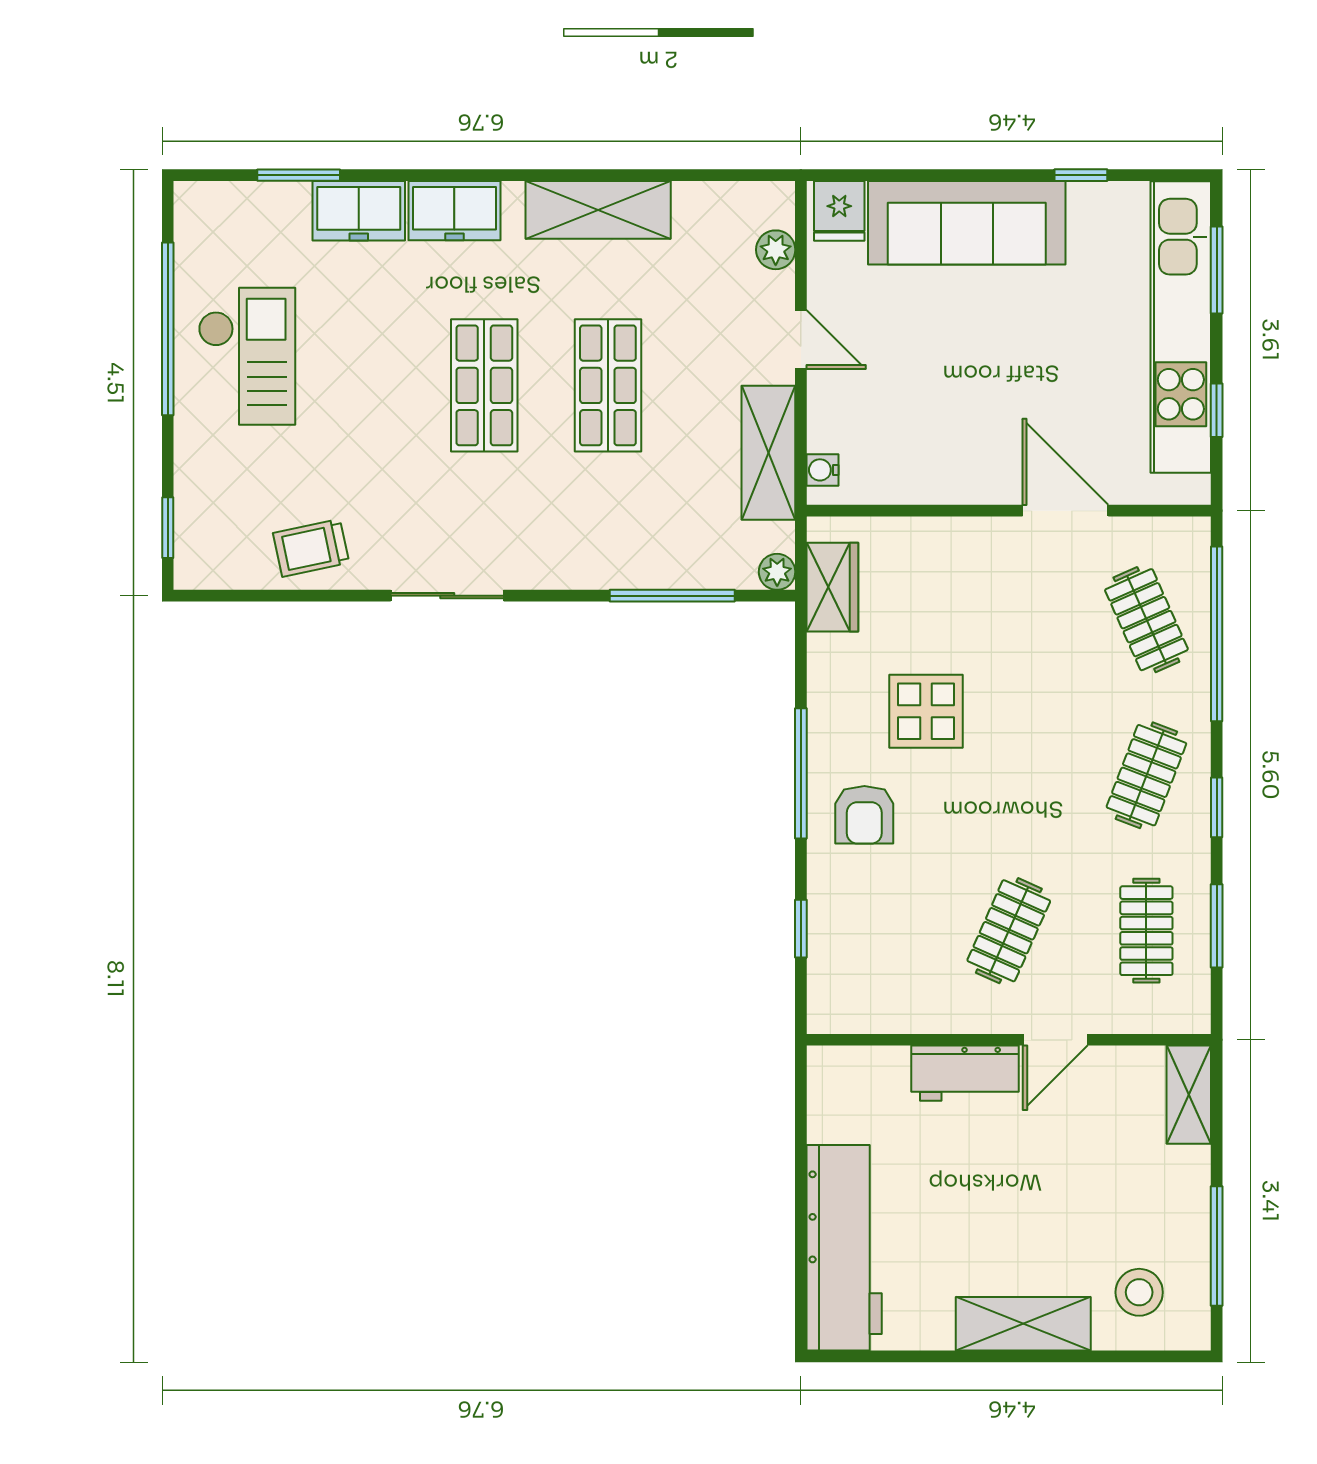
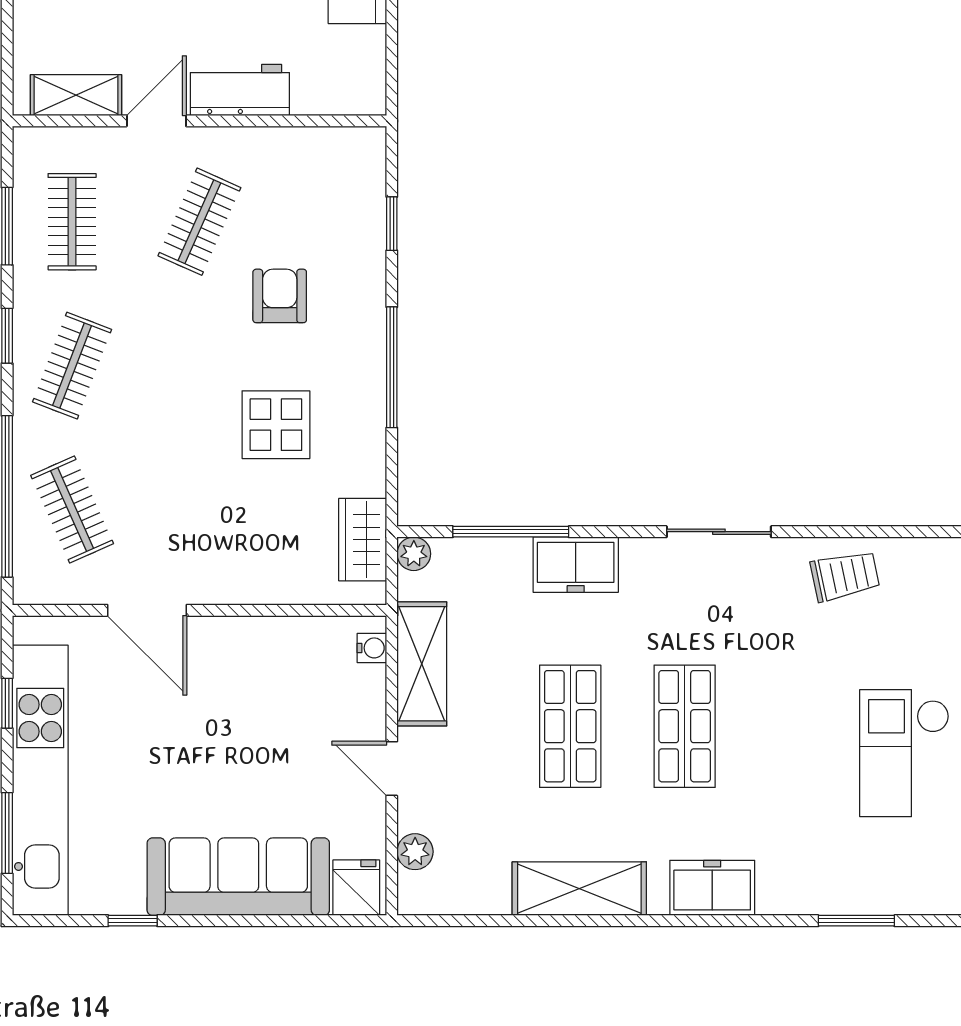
freezer: (359, 211) -> (576, 565), moved, turned 180
armchair: (864, 815) -> (280, 296), moved
shelving: (1189, 1095) -> (76, 95), moved, turned 90

